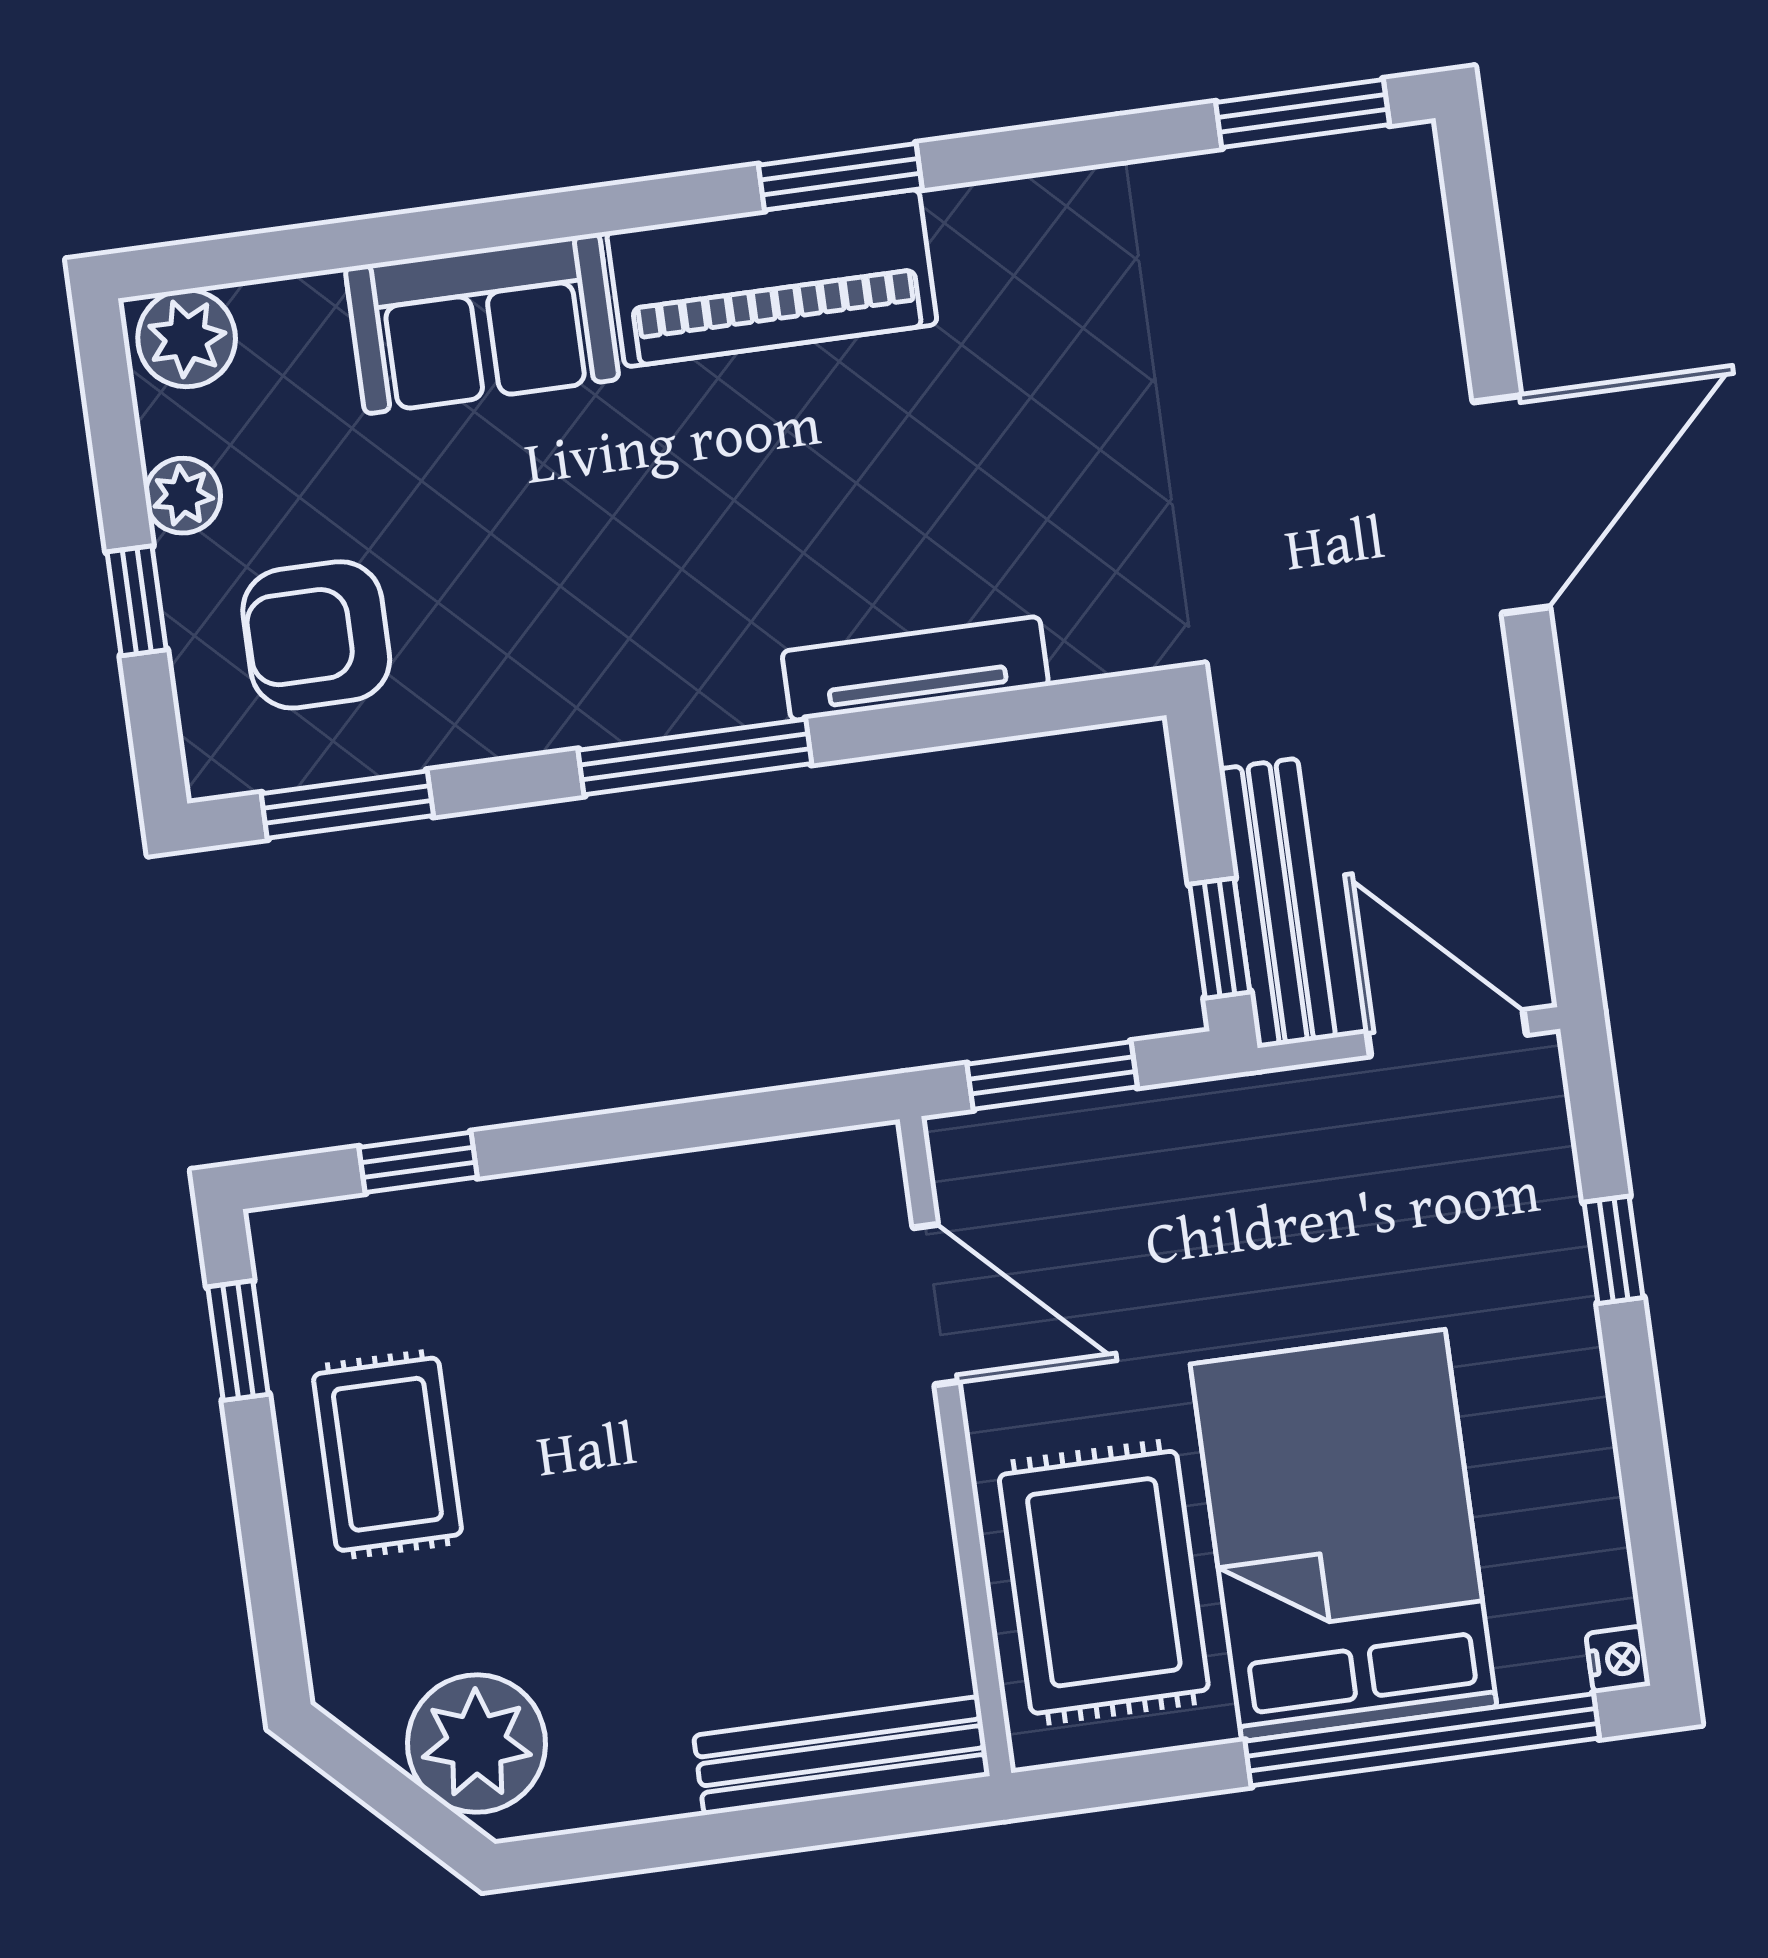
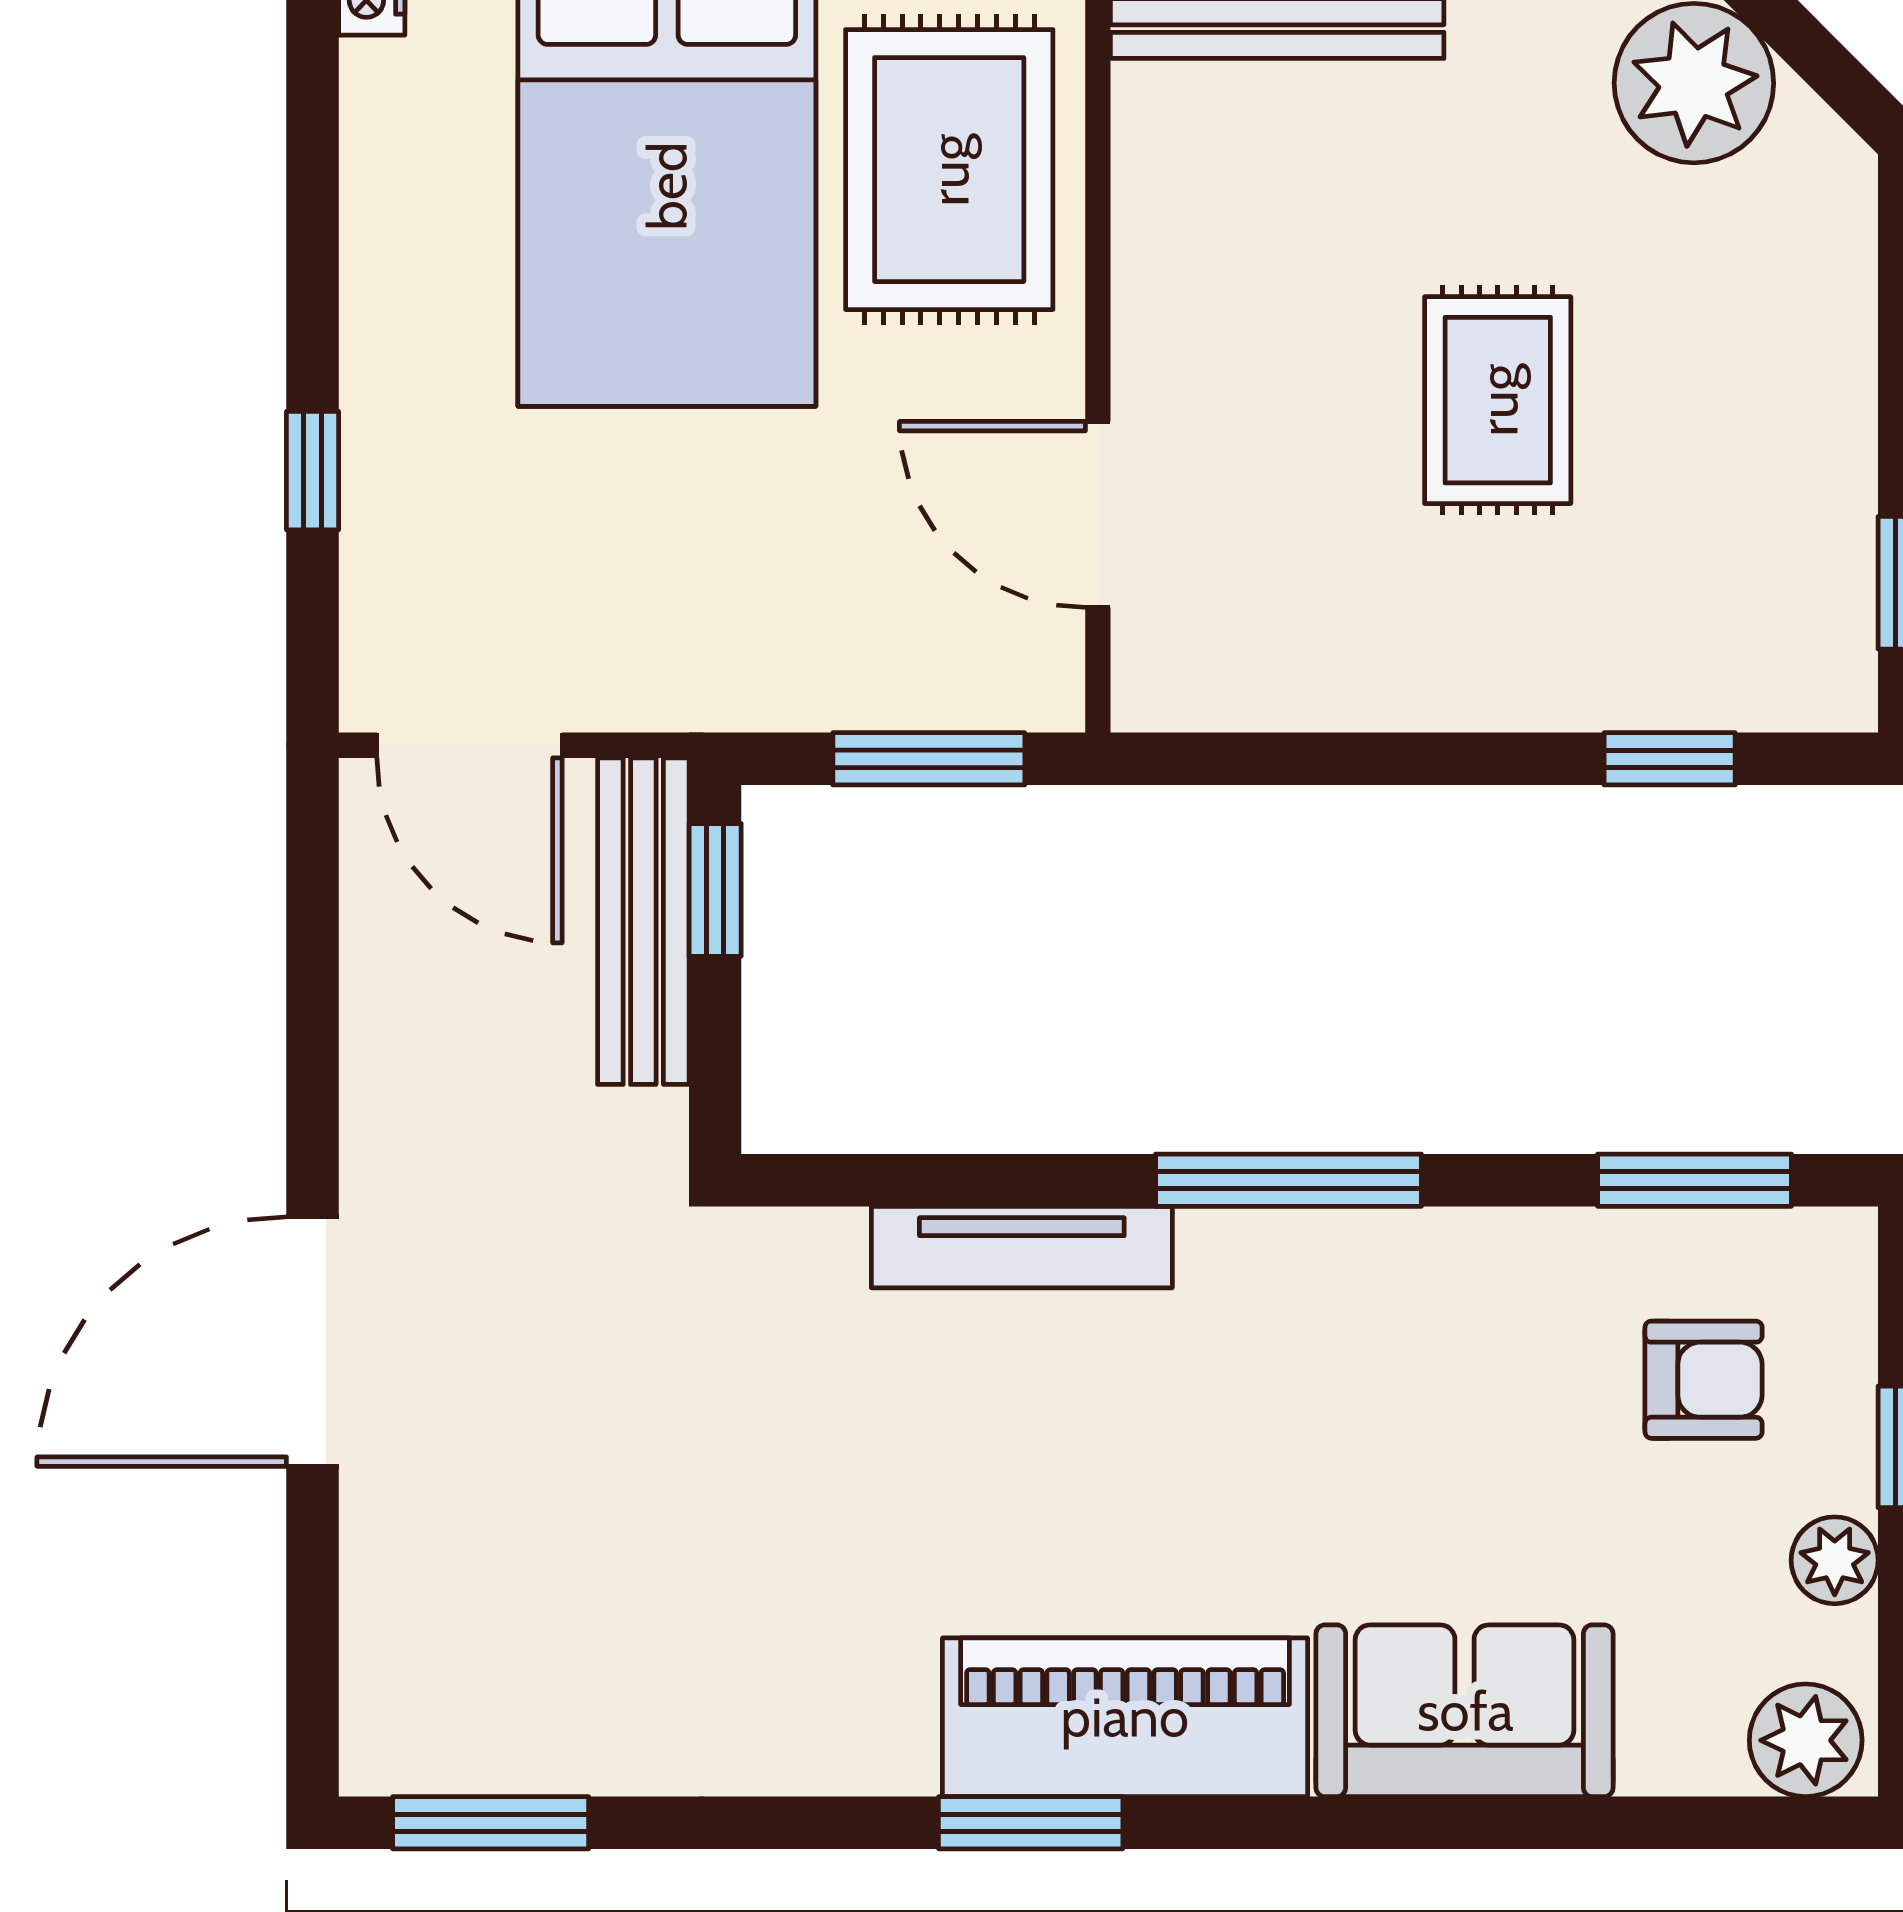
armchair: (316, 635) -> (1704, 1380), width x0.72, depth x0.72
rug: (387, 1454) -> (1498, 400), moved

